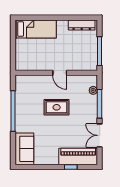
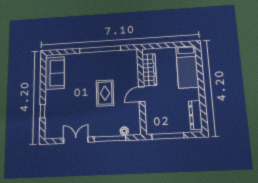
wardrobe: (36, 65) -> (149, 70), added
sofa: (24, 149) -> (55, 73), moved, turned -90
piano: (78, 157) -> (53, 118), removed

